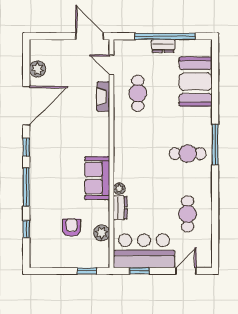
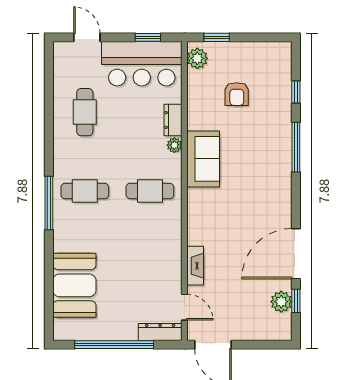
dresser: (163, 46) -> (160, 332), moved, width x1.44
cafe table: (138, 93) -> (150, 191), moved, turned 90
window: (26, 147) -> (296, 301), moved
plant: (102, 233) -> (197, 58), moved
door: (186, 271) -> (87, 37), swing flipped

